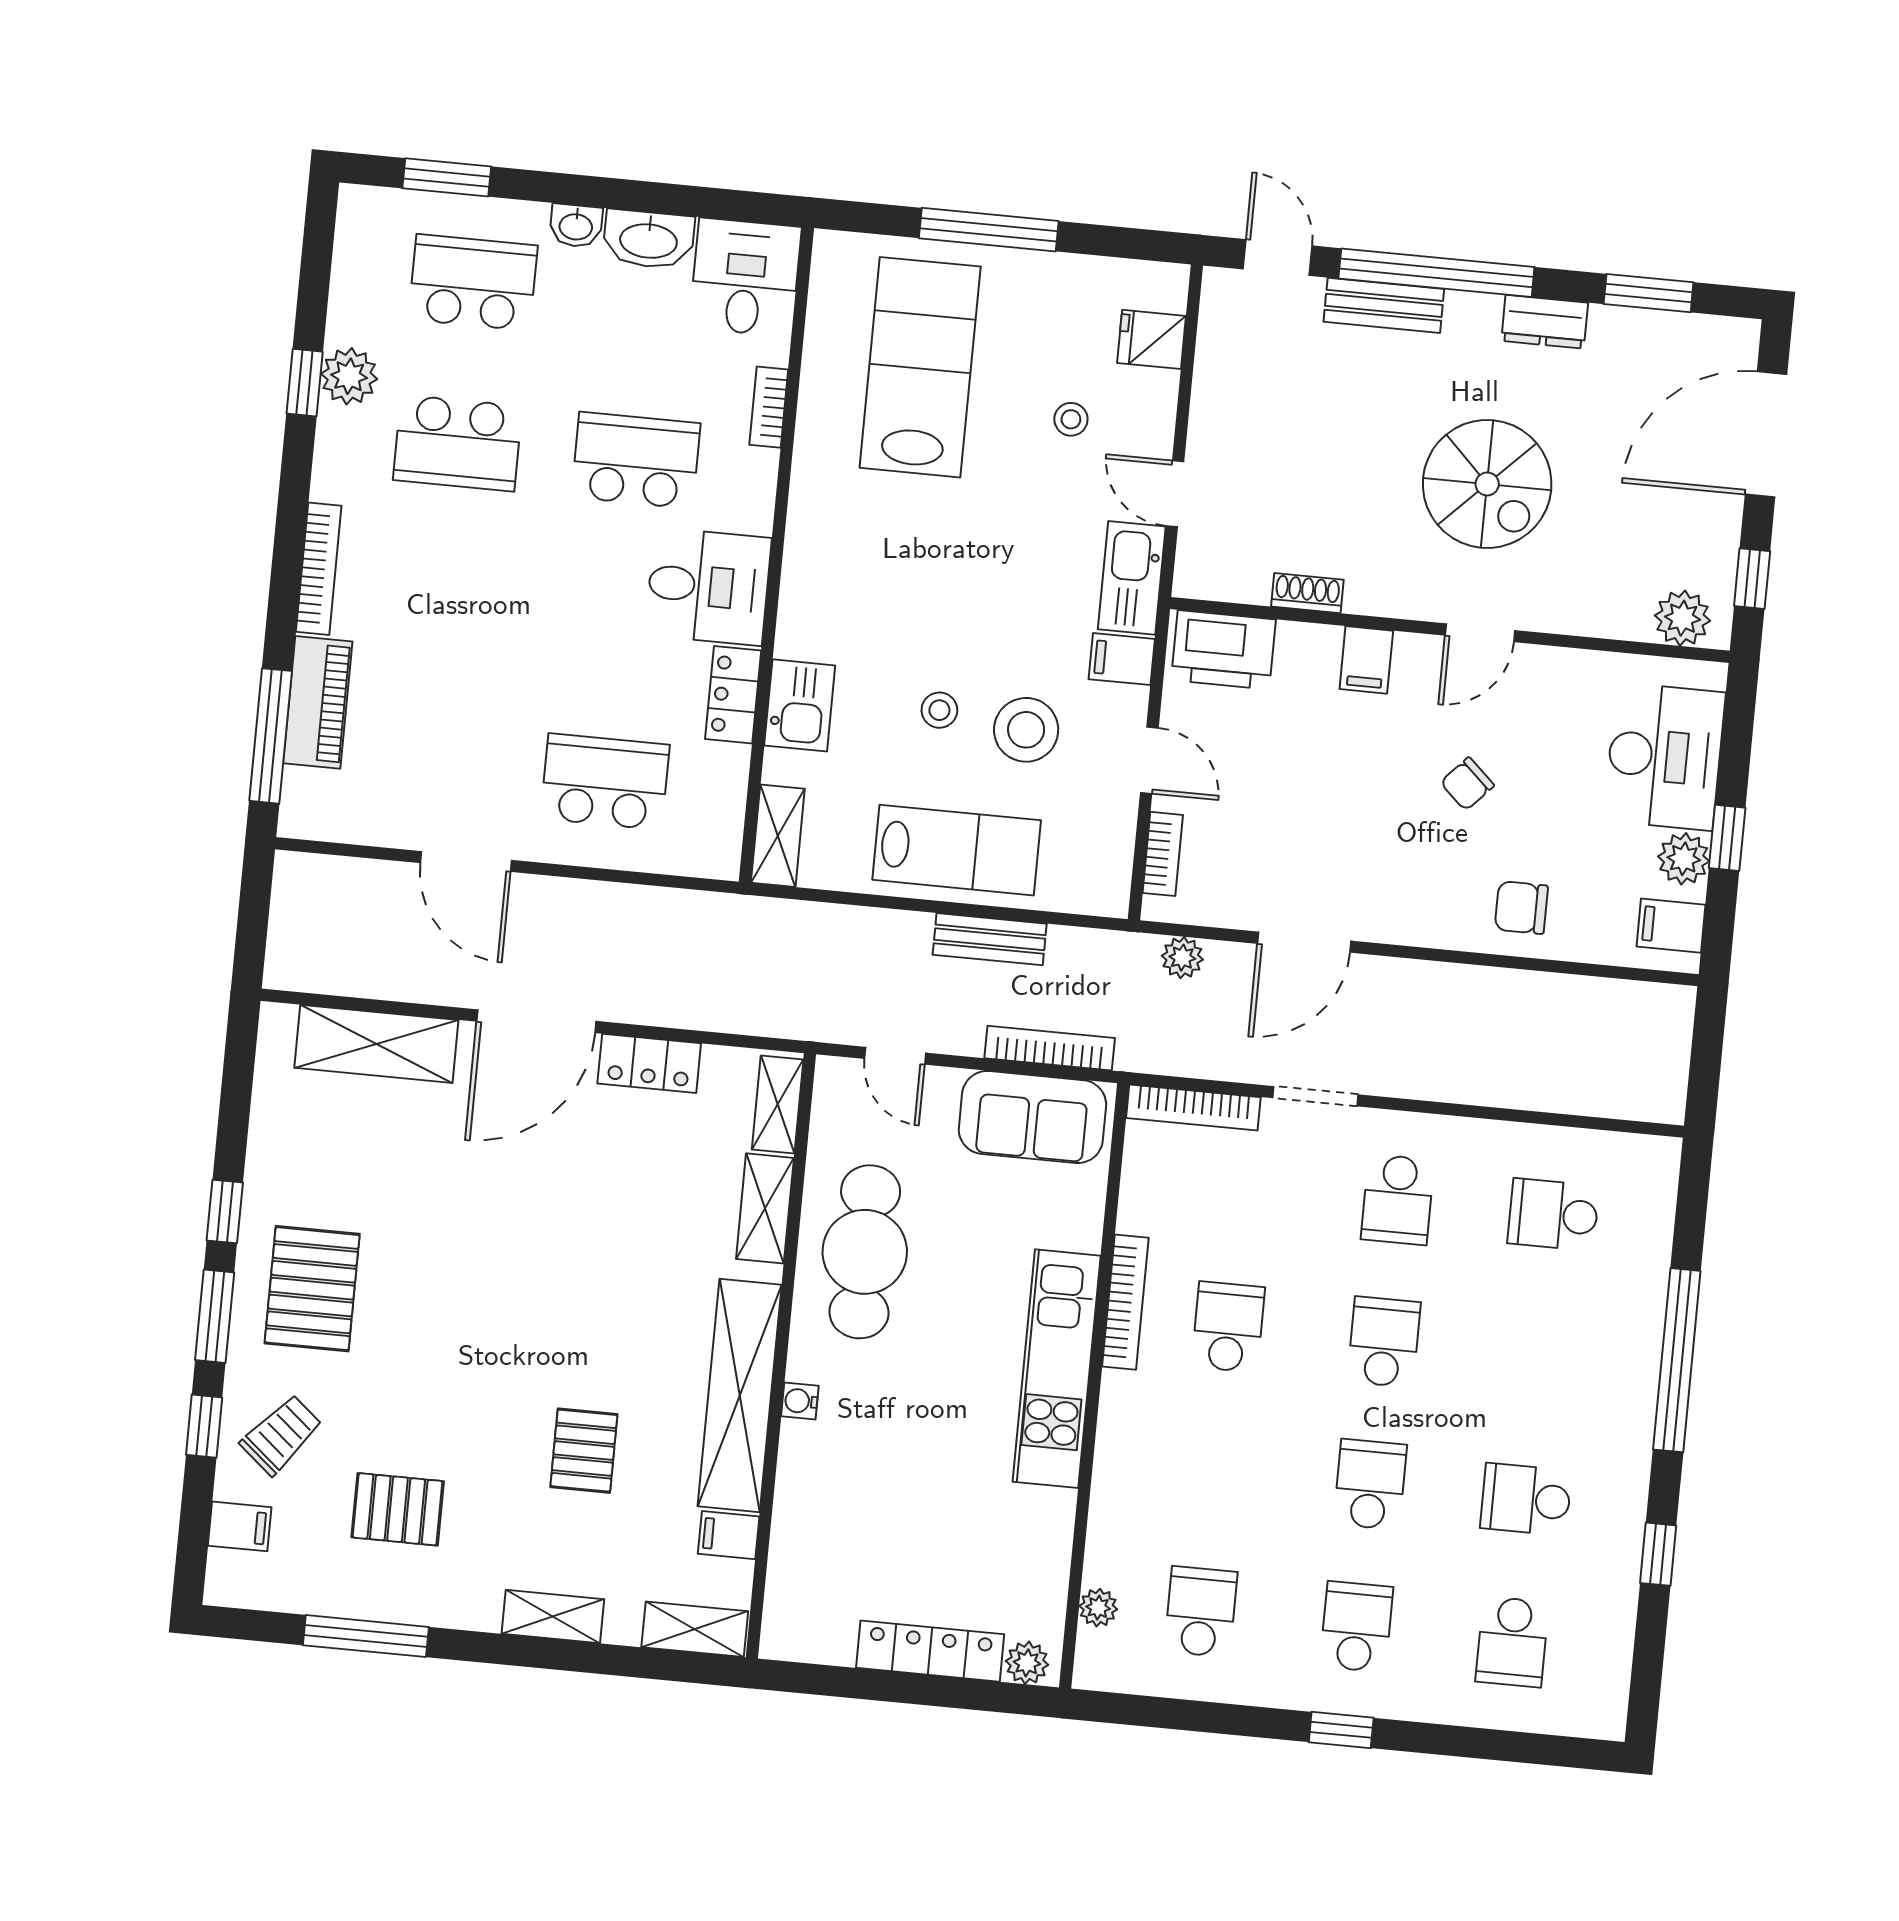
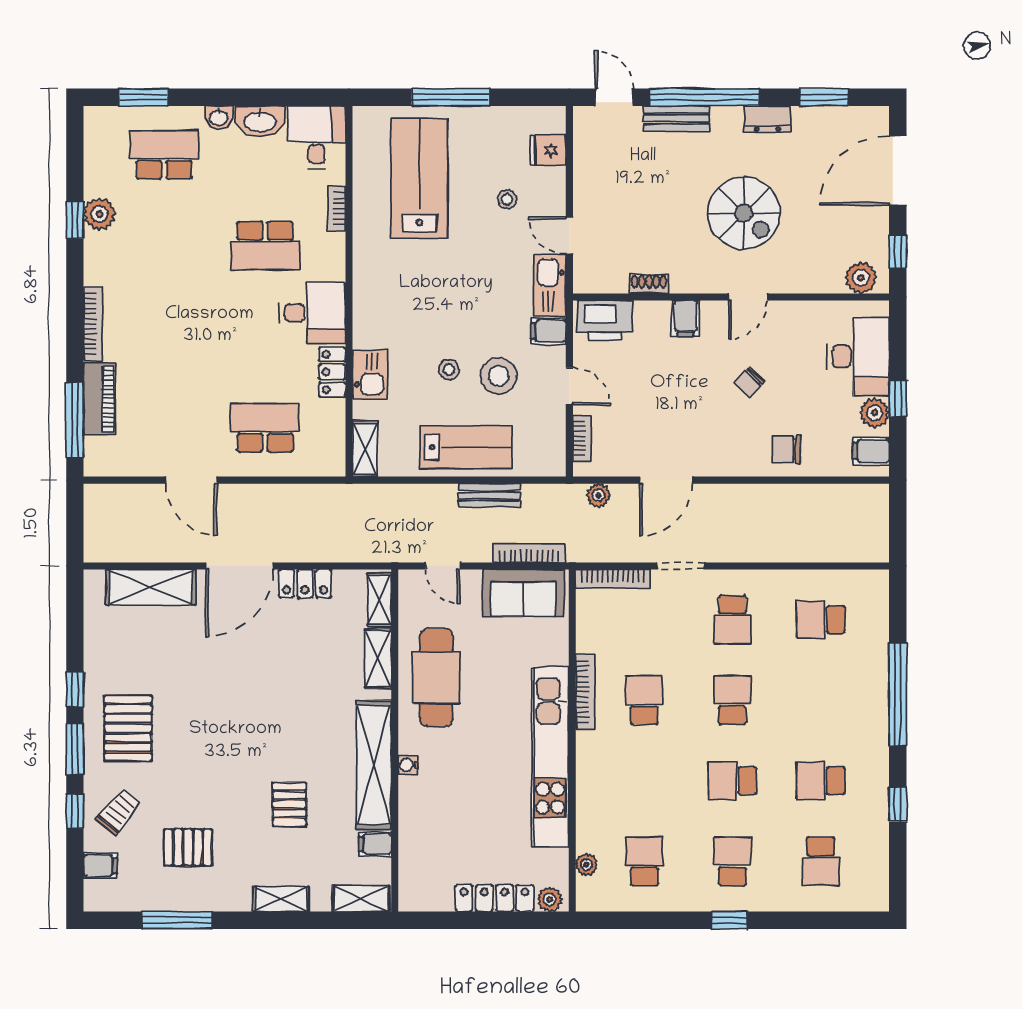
school desk: (458, 443) -> (164, 246), removed
school desk: (636, 460) -> (265, 246), turned 180
kitchen unit: (1057, 1369) -> (550, 757), width x1.36
school desk: (1370, 1484) -> (732, 781), turned -90

